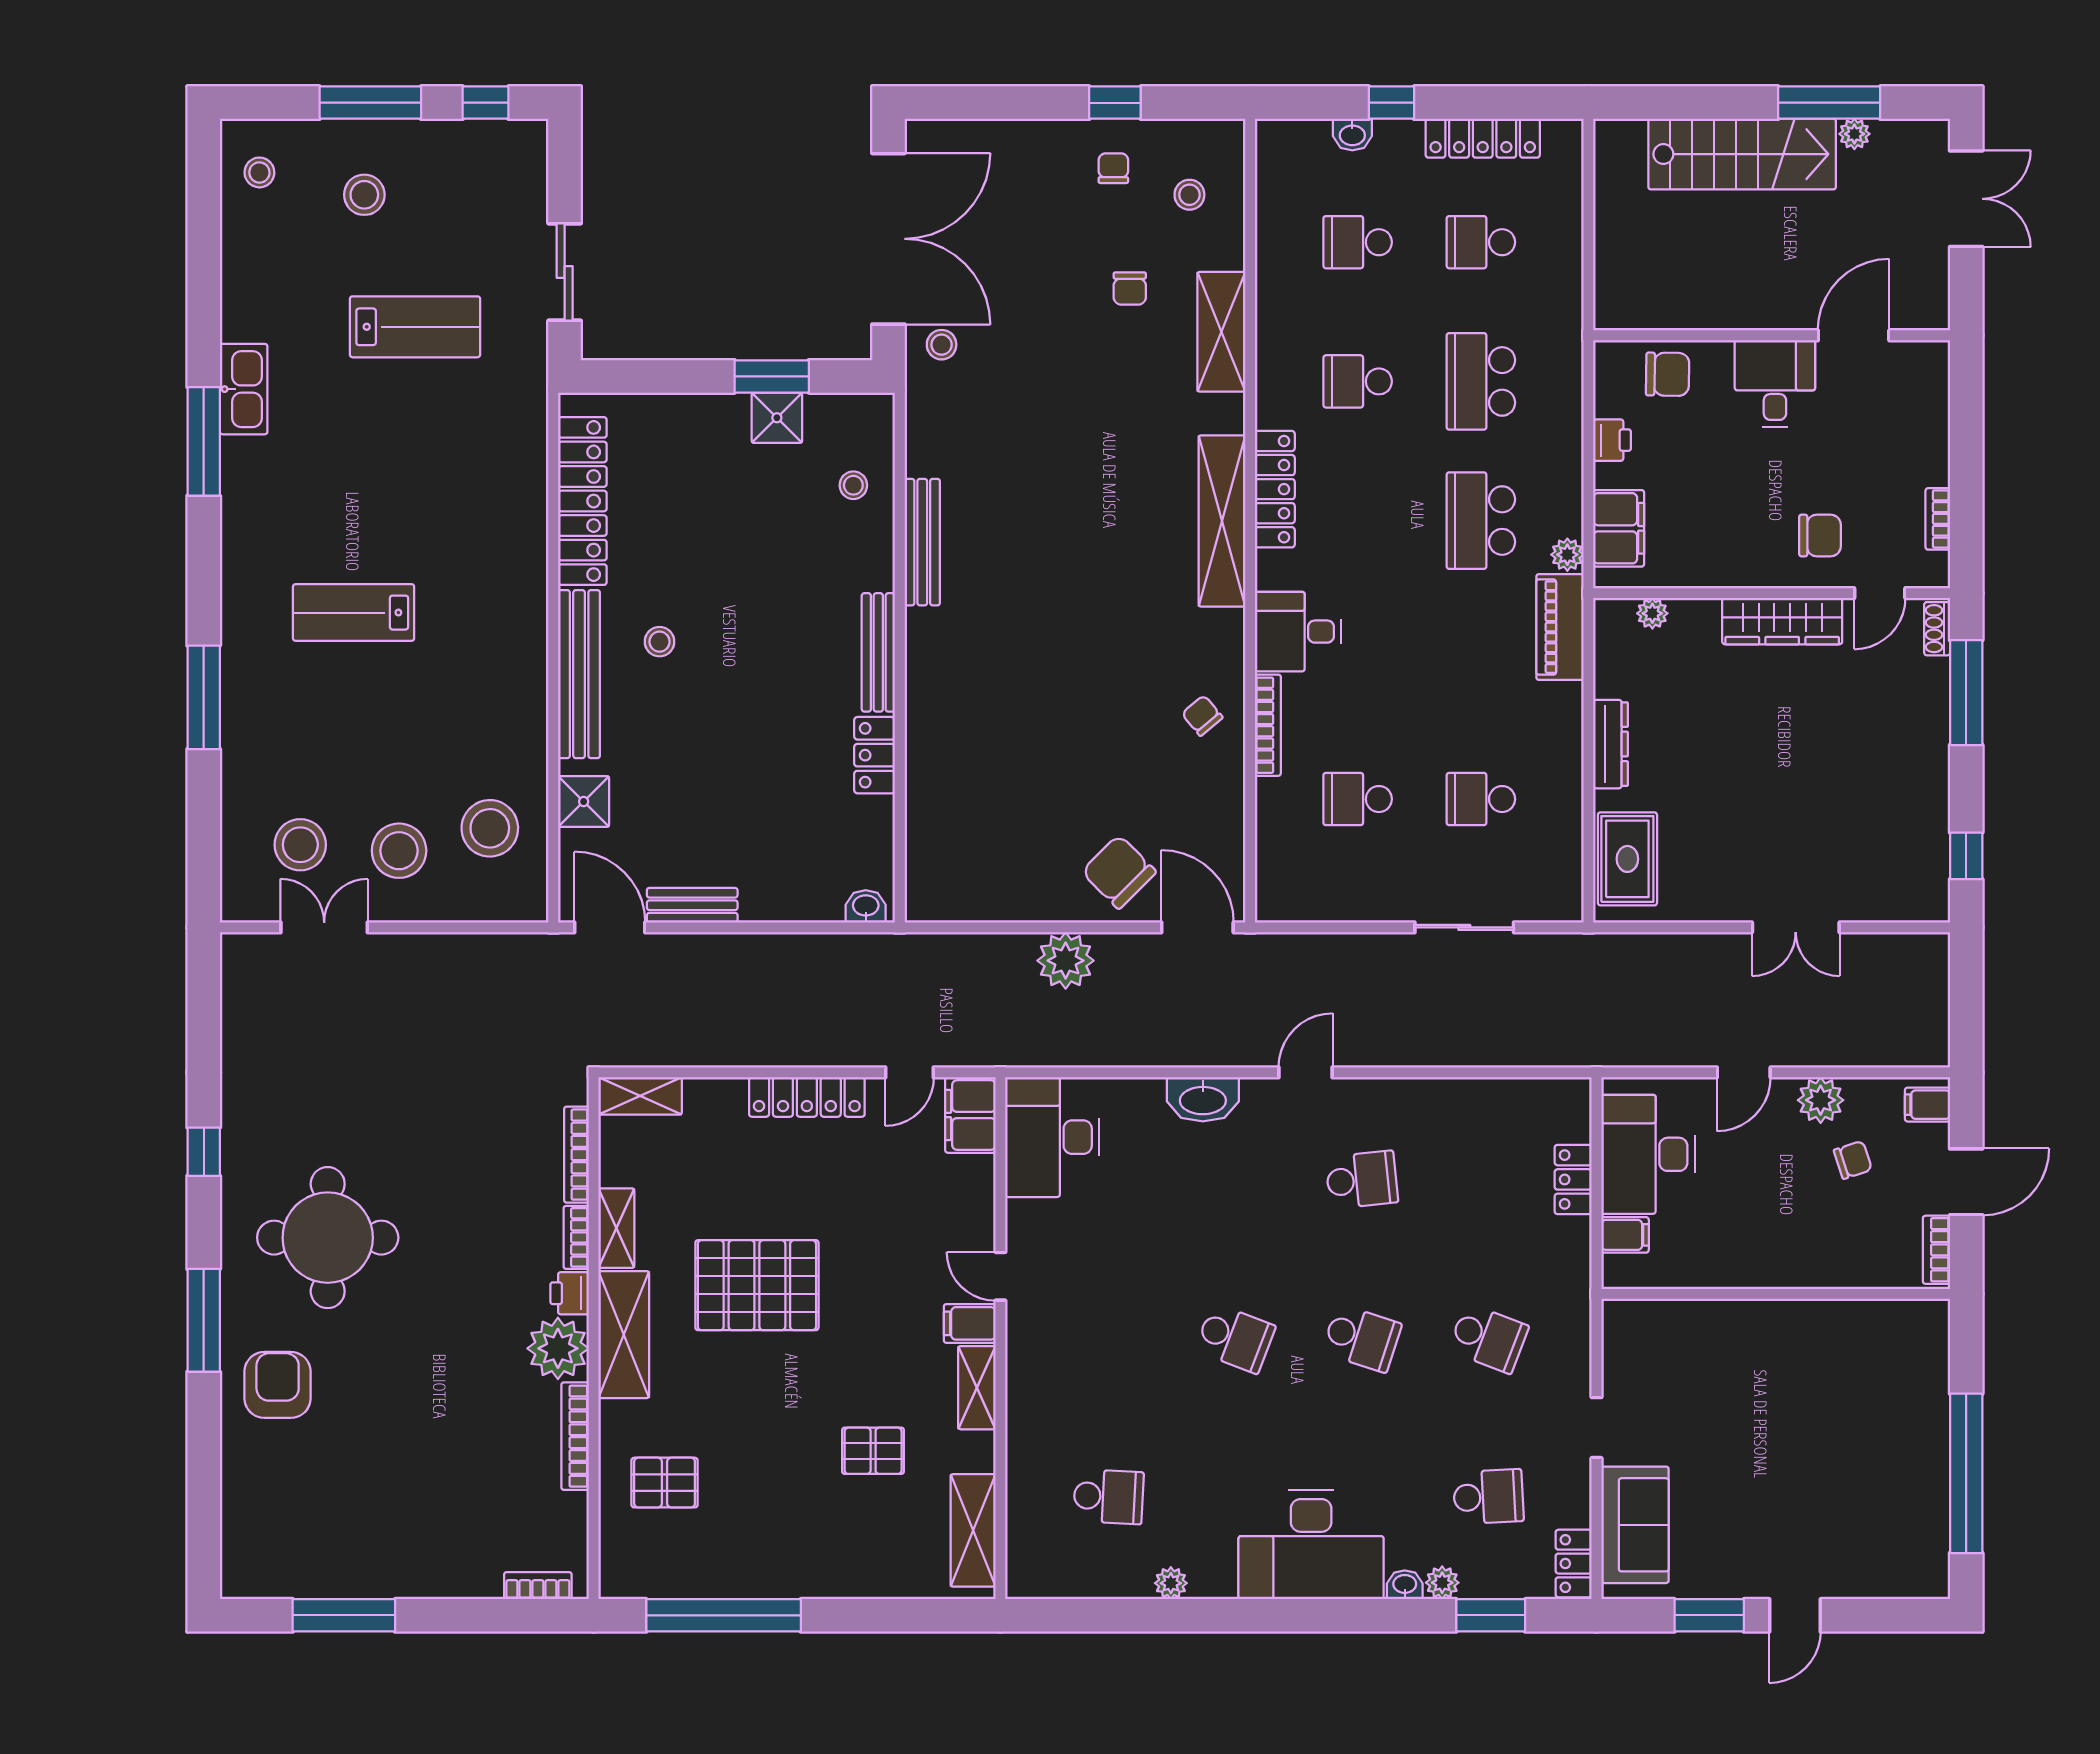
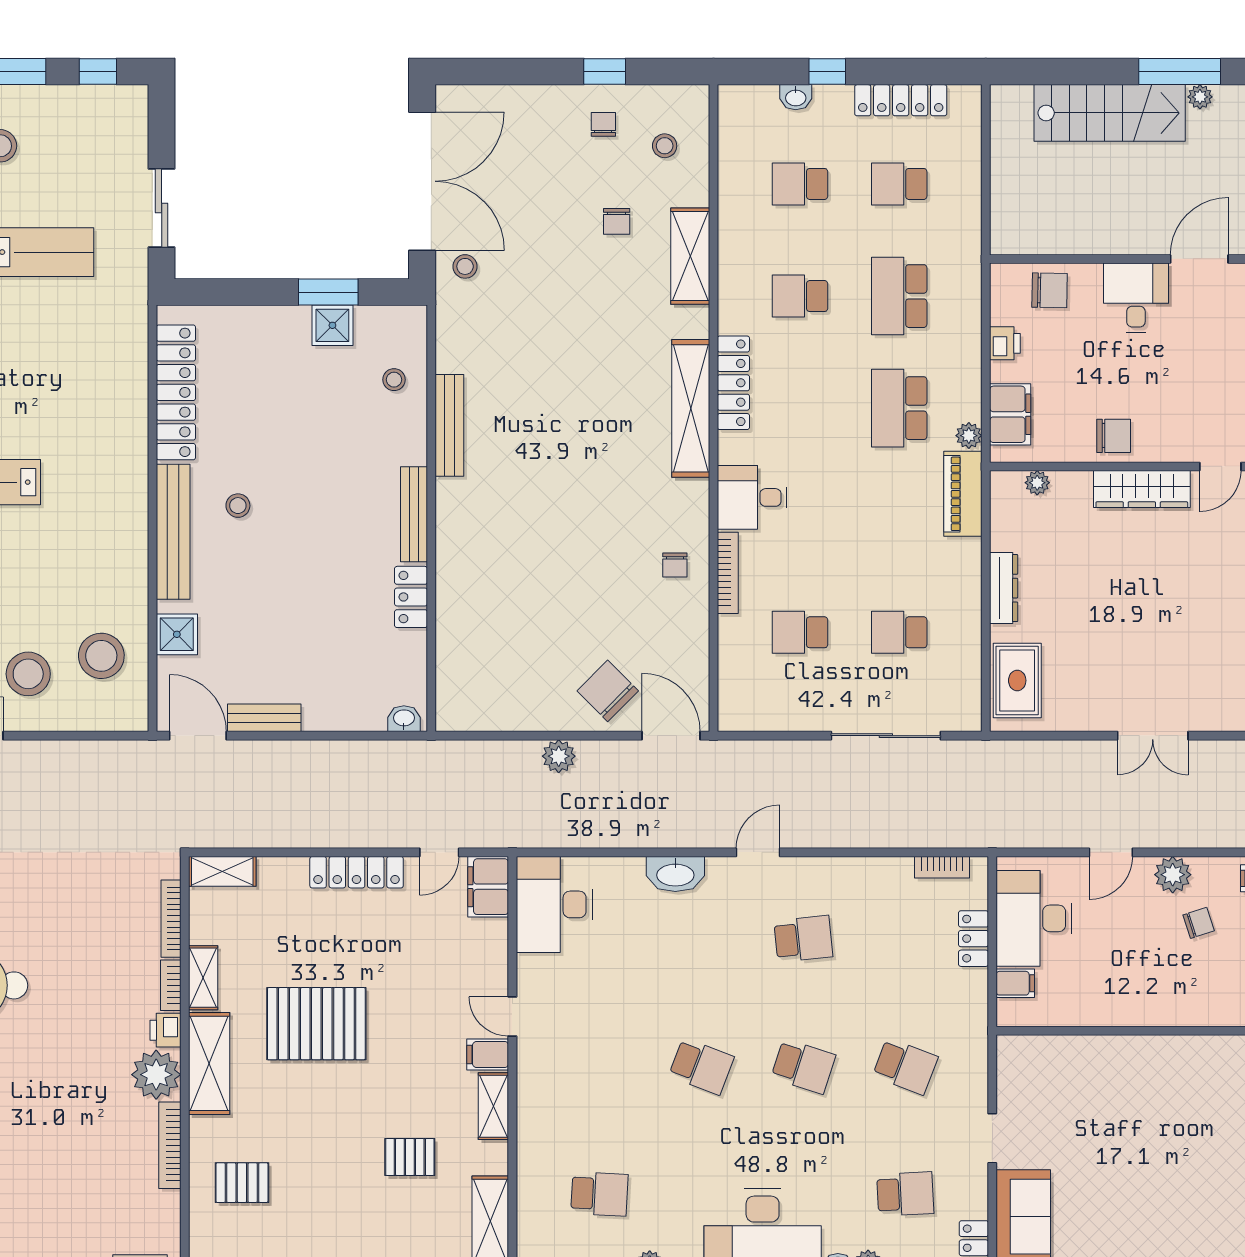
chair: (1820, 535) -> (1114, 436), moved
chair: (1202, 716) -> (675, 565), turned -140
sliding door: (1464, 927) -> (886, 736), width x1.37
plant: (1066, 961) -> (559, 756), width x0.73, depth x0.73
bookcase: (1534, 1091) -> (942, 867), added

